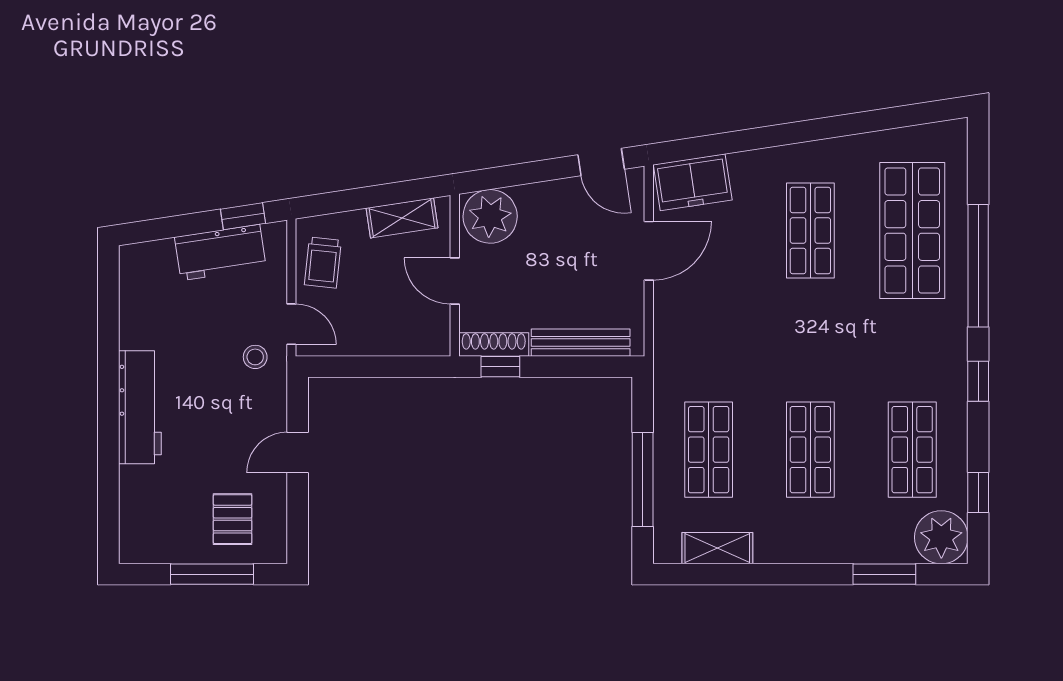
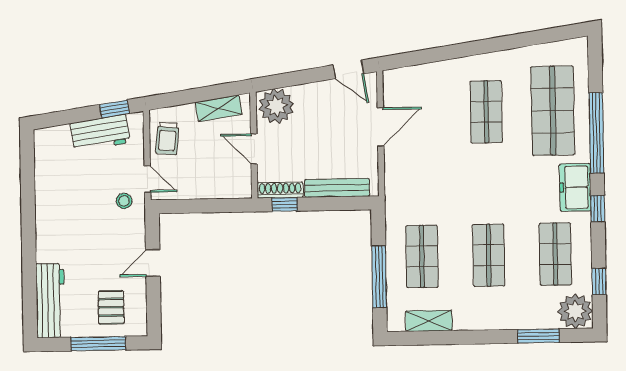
freezer: (693, 182) -> (575, 187), moved, turned 99
workbench: (140, 407) -> (50, 301), moved

